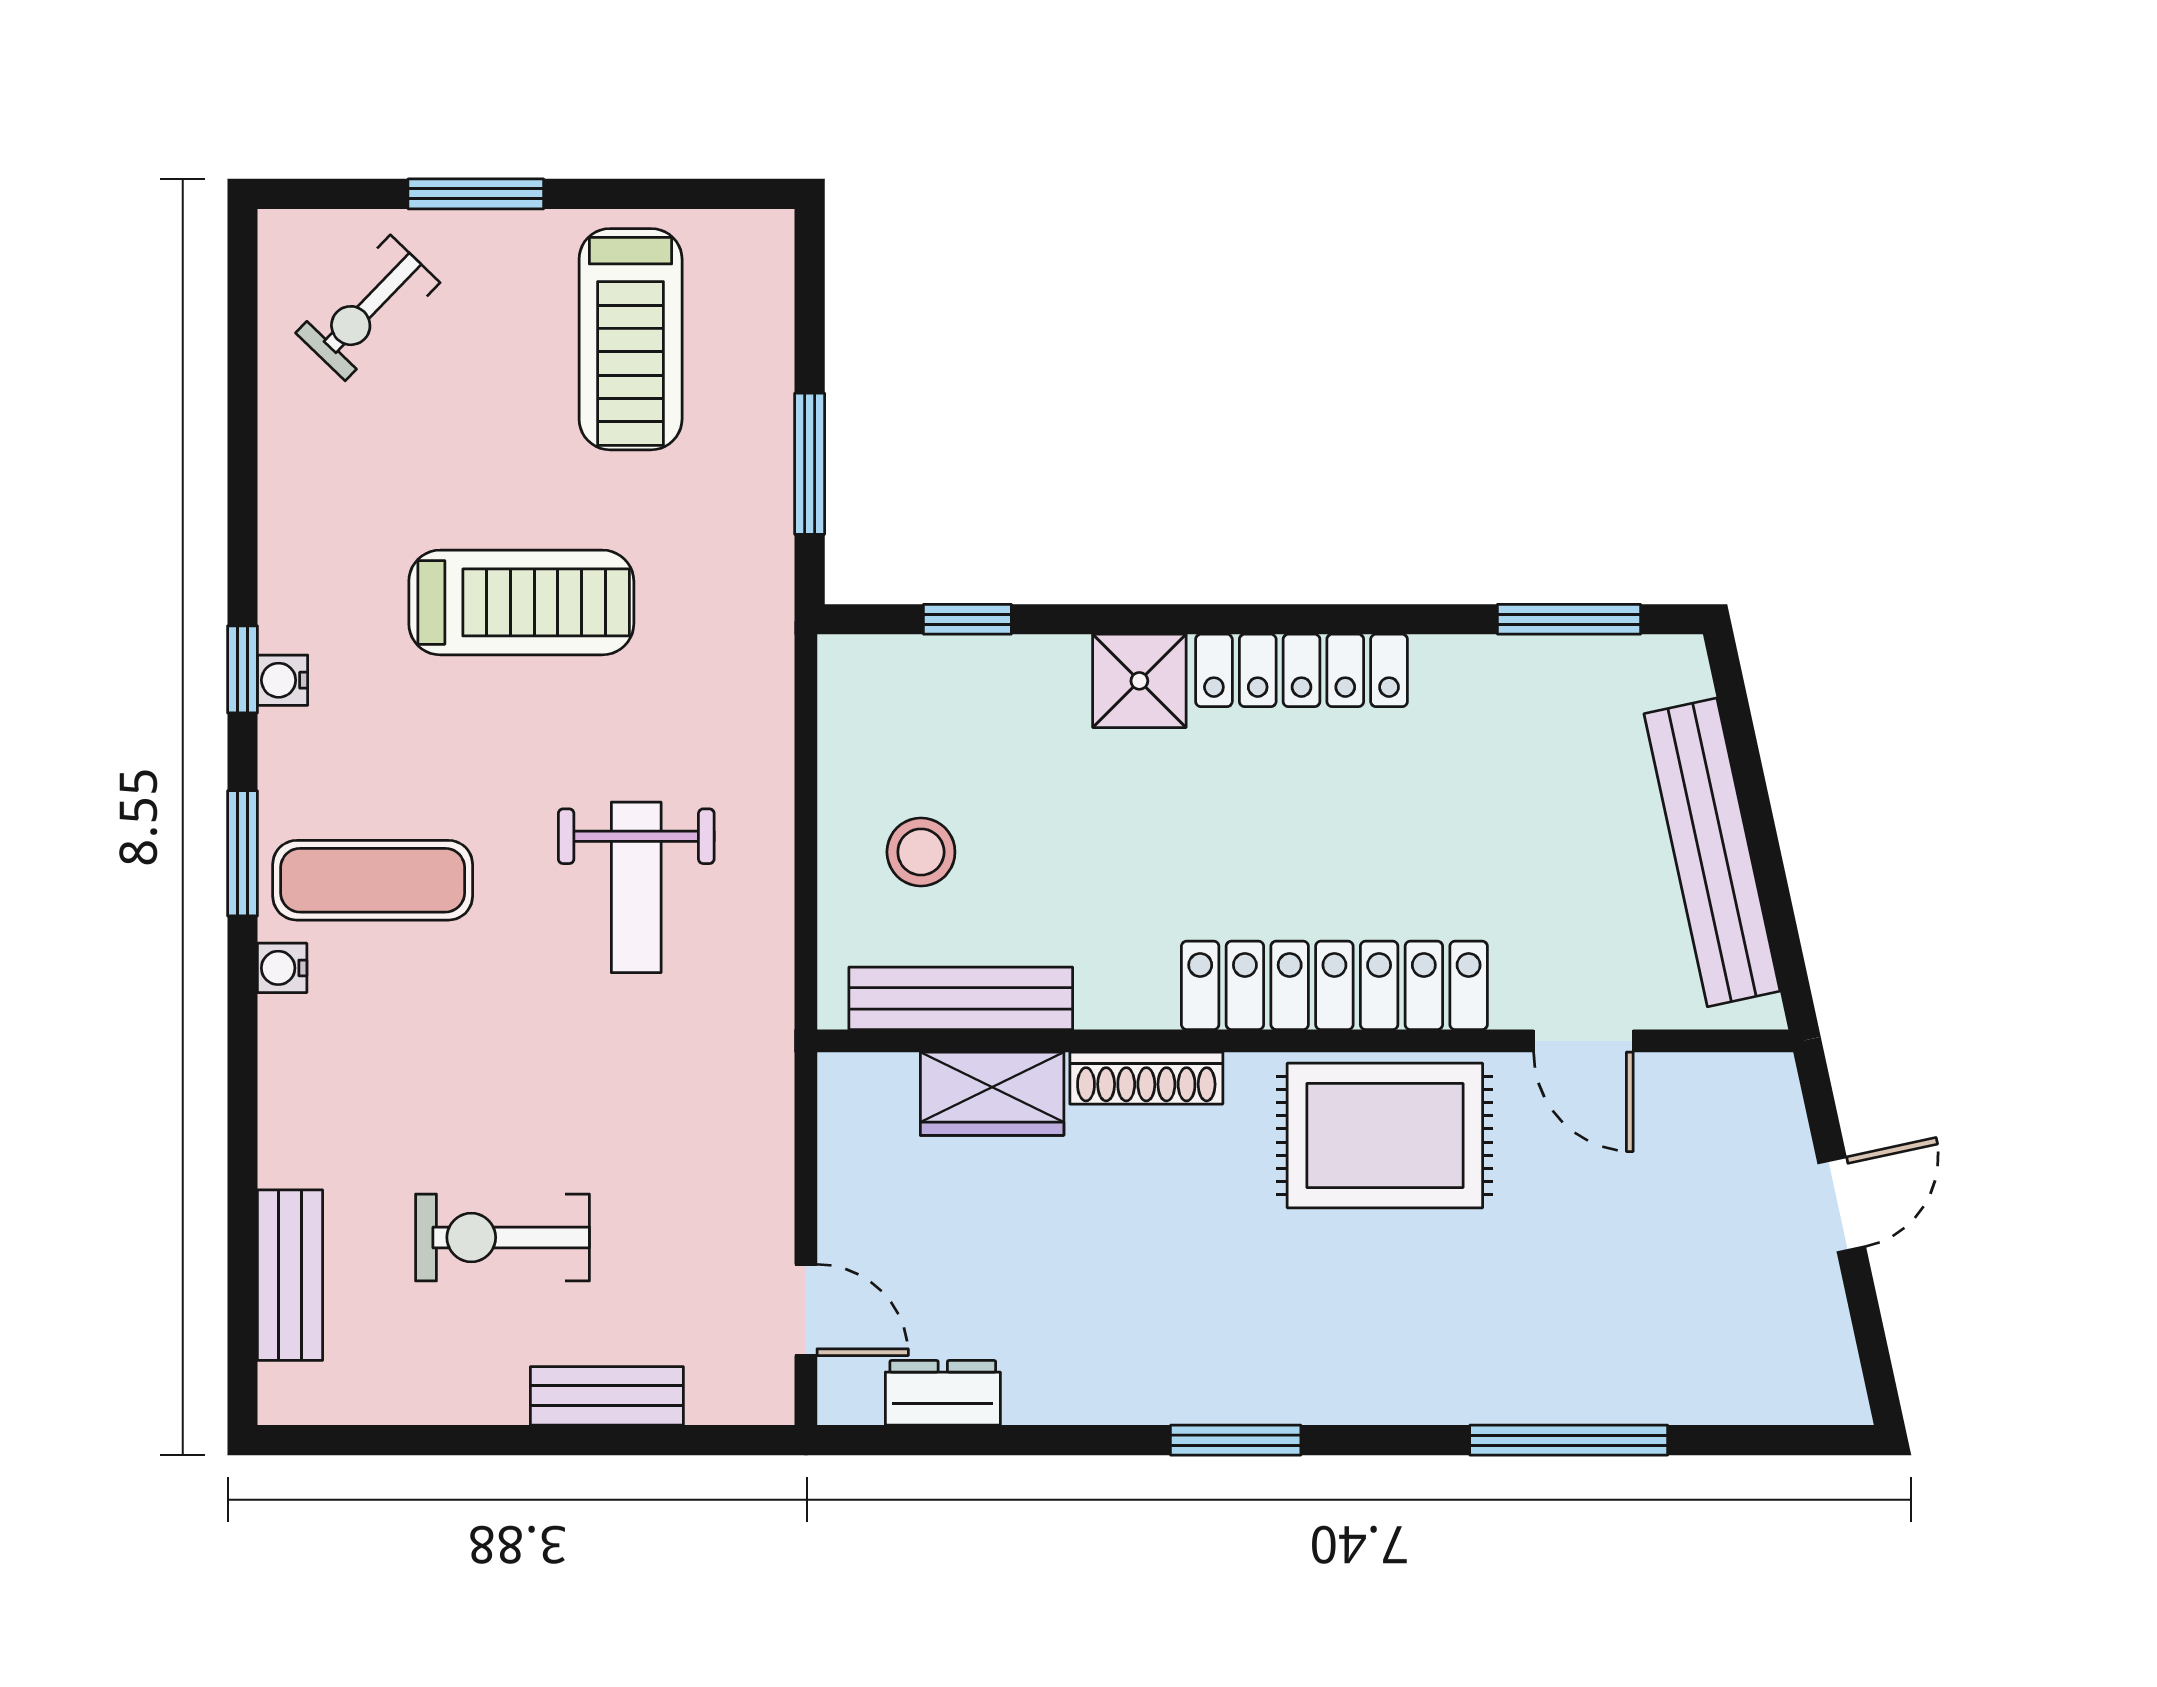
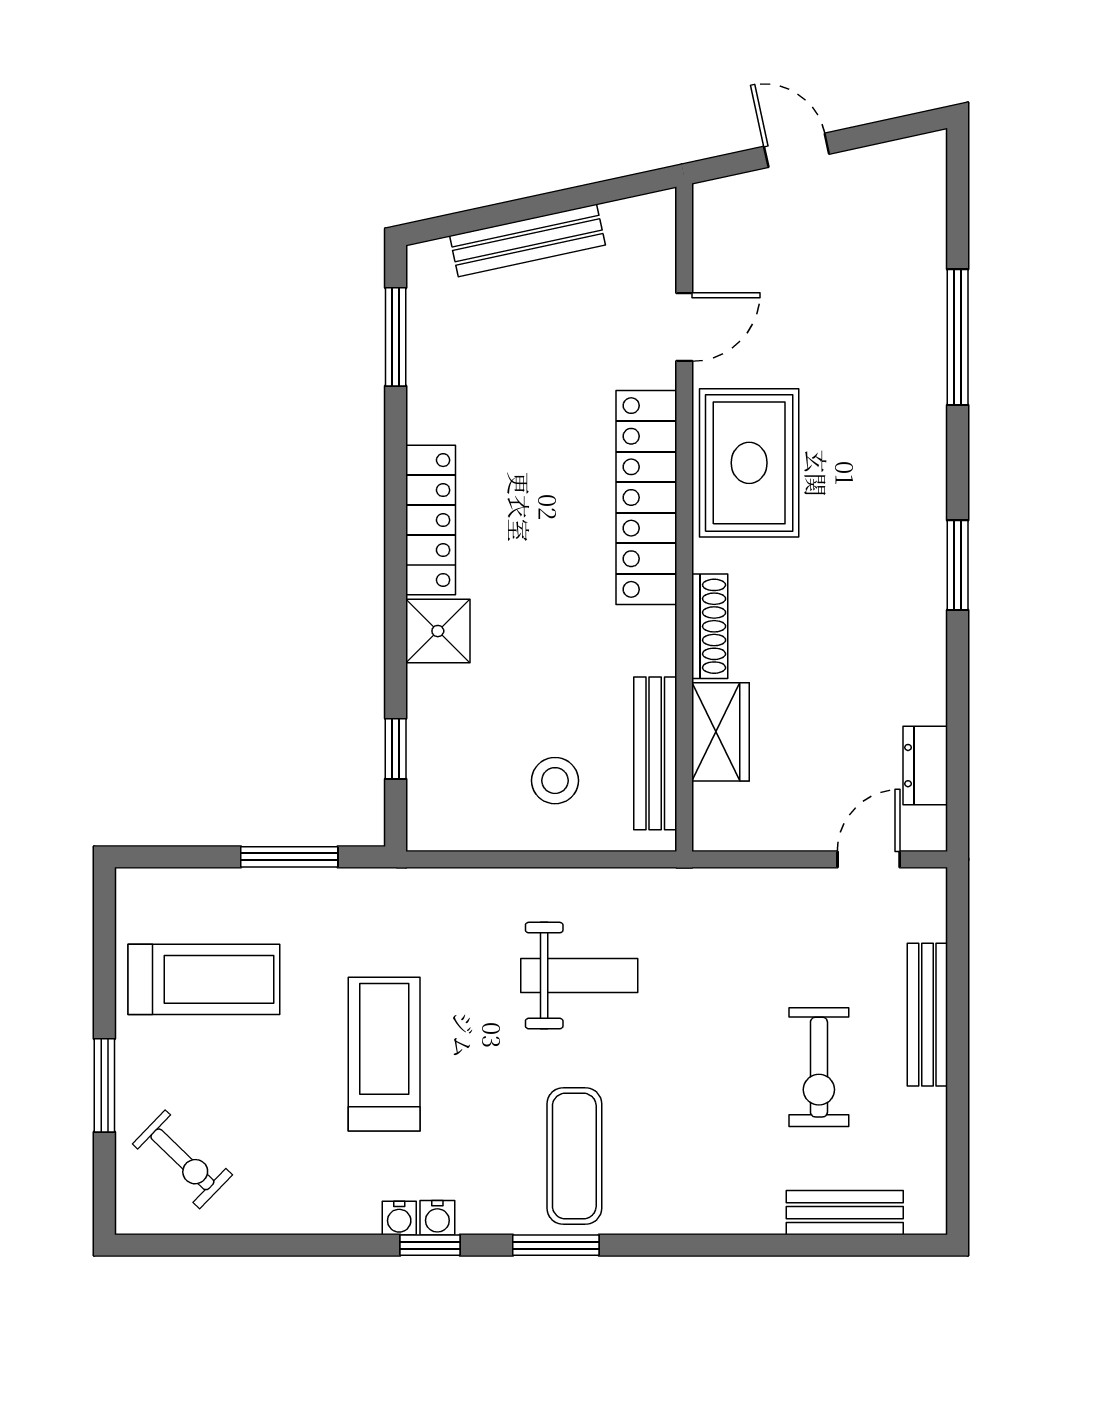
bench: (1712, 852) -> (527, 240), width x0.73, depth x0.82
water cooler: (282, 968) -> (399, 1218), moved
bench: (607, 1396) -> (927, 1015), width x1.36

